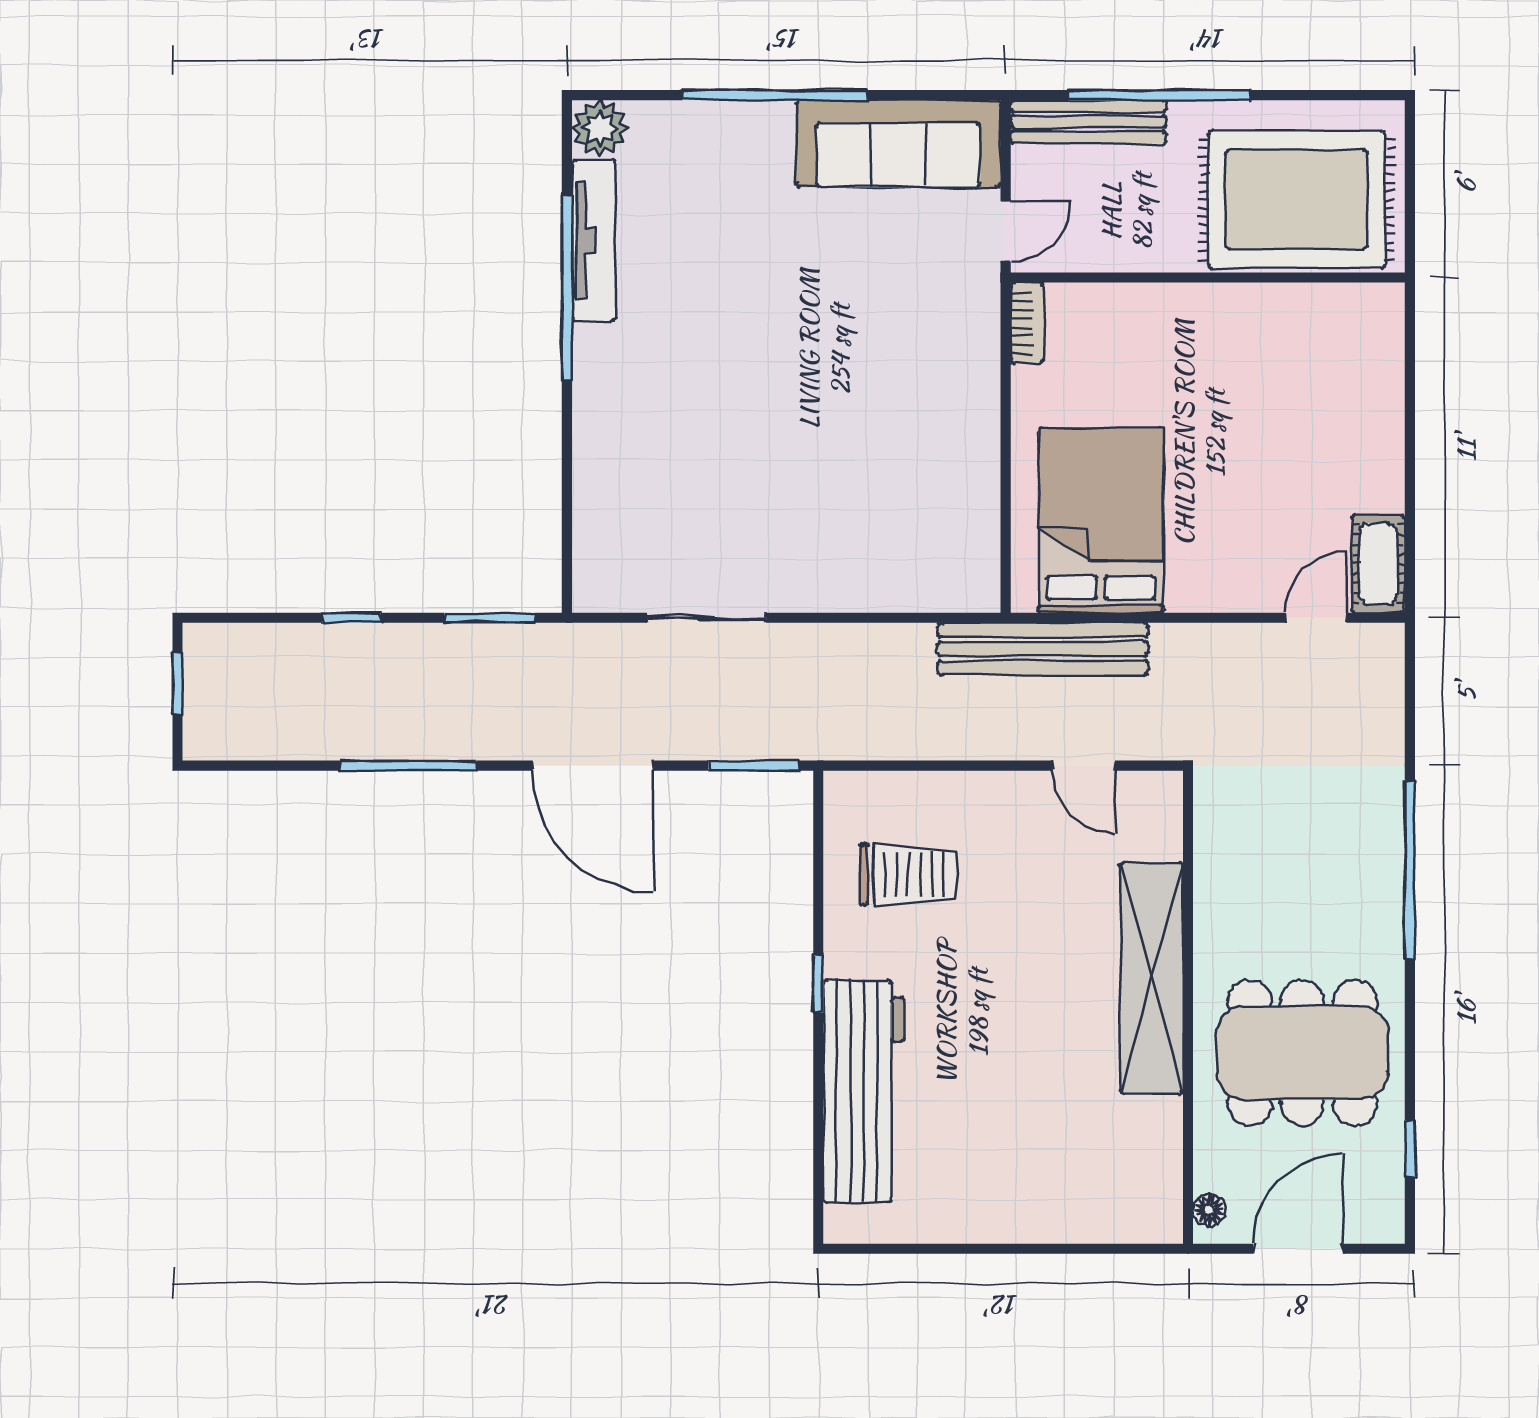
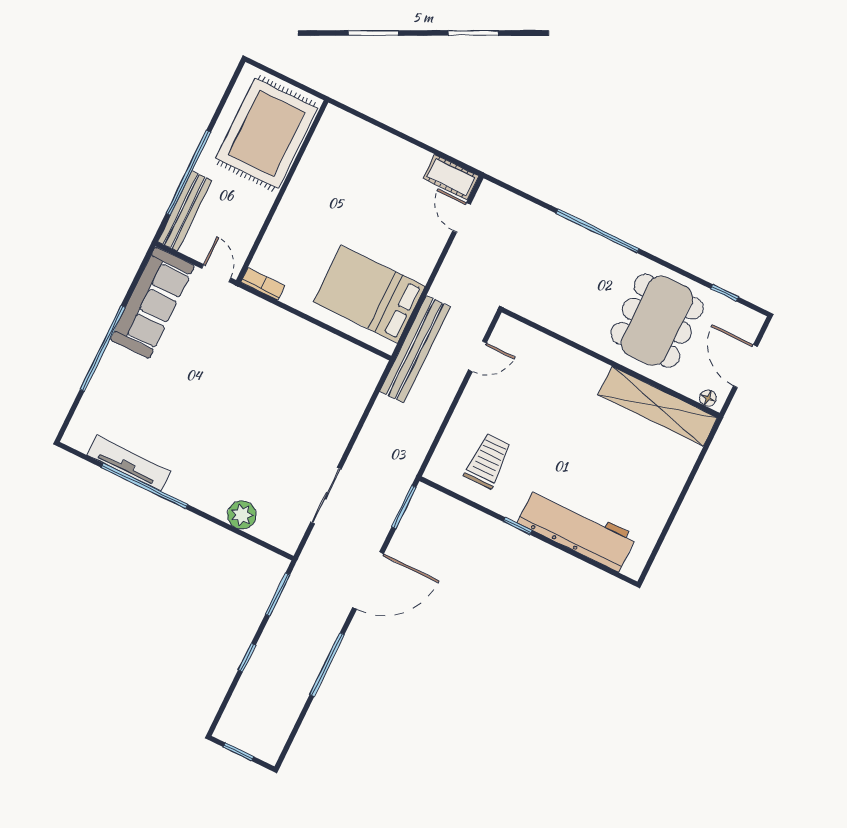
plant: (600, 128) -> (242, 515), moved
shelving: (1152, 978) -> (658, 406), moved

